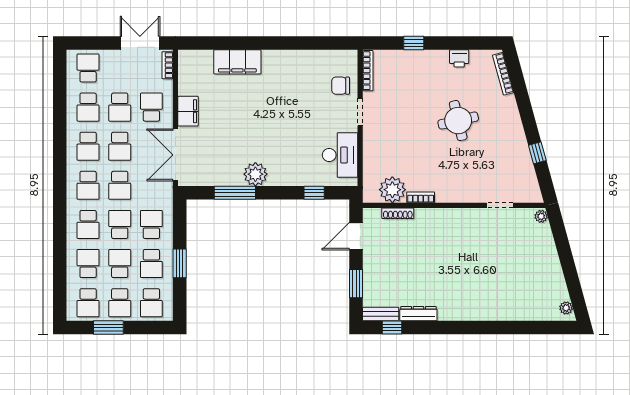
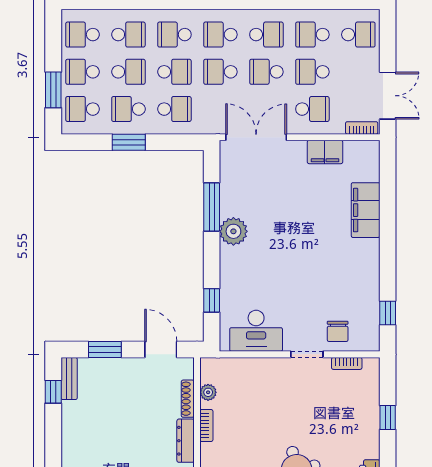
window: (325, 43) -> (388, 313), added
bookcase: (368, 71) -> (347, 363), width x0.64
chair: (341, 86) -> (338, 331), turned 180
filing cabinet: (188, 111) -> (325, 152), moved
school desk: (88, 146) -> (266, 35), turned 180
plant: (392, 190) -> (208, 392), width x0.53, depth x0.53
dresser: (418, 314) -> (186, 441), moved, turned 180
window: (108, 328) -> (53, 90), moved

